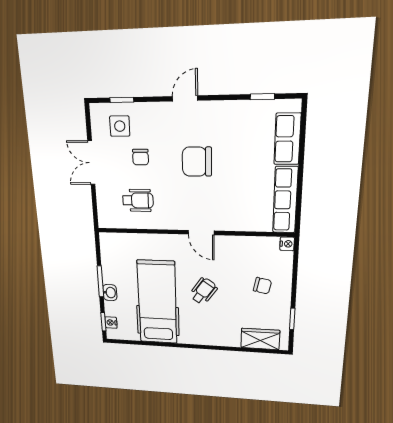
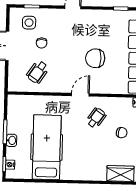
chair: (197, 162) -> (95, 58), moved
wheelchair: (138, 200) -> (38, 72), turned 124
door: (201, 233) -> (80, 95), swing flipped
wheelchair: (203, 291) -> (96, 118), moved

